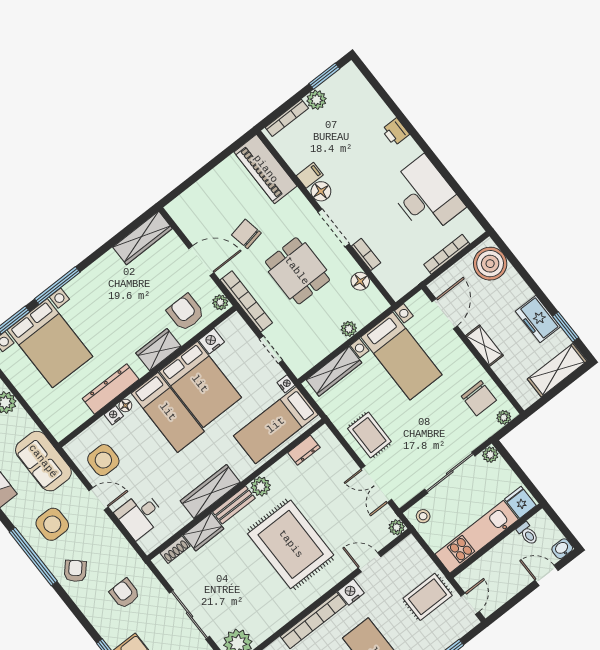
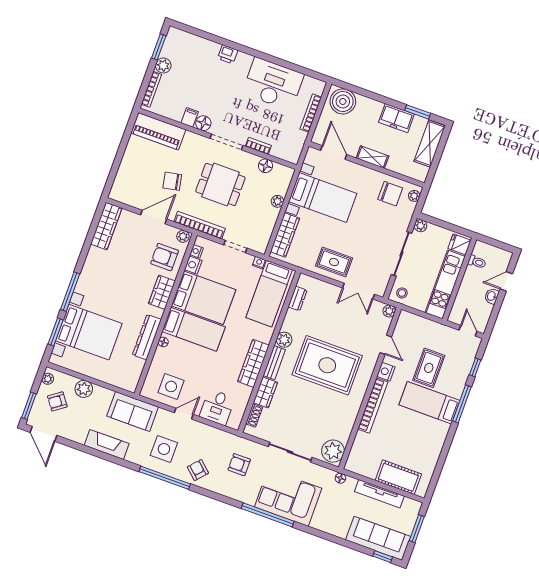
nightstand: (114, 415) -> (196, 251), moved
washbasin: (562, 549) -> (492, 296), moved
door: (369, 562) -> (386, 345), swing flipped
rug: (428, 597) -> (429, 368), moved

